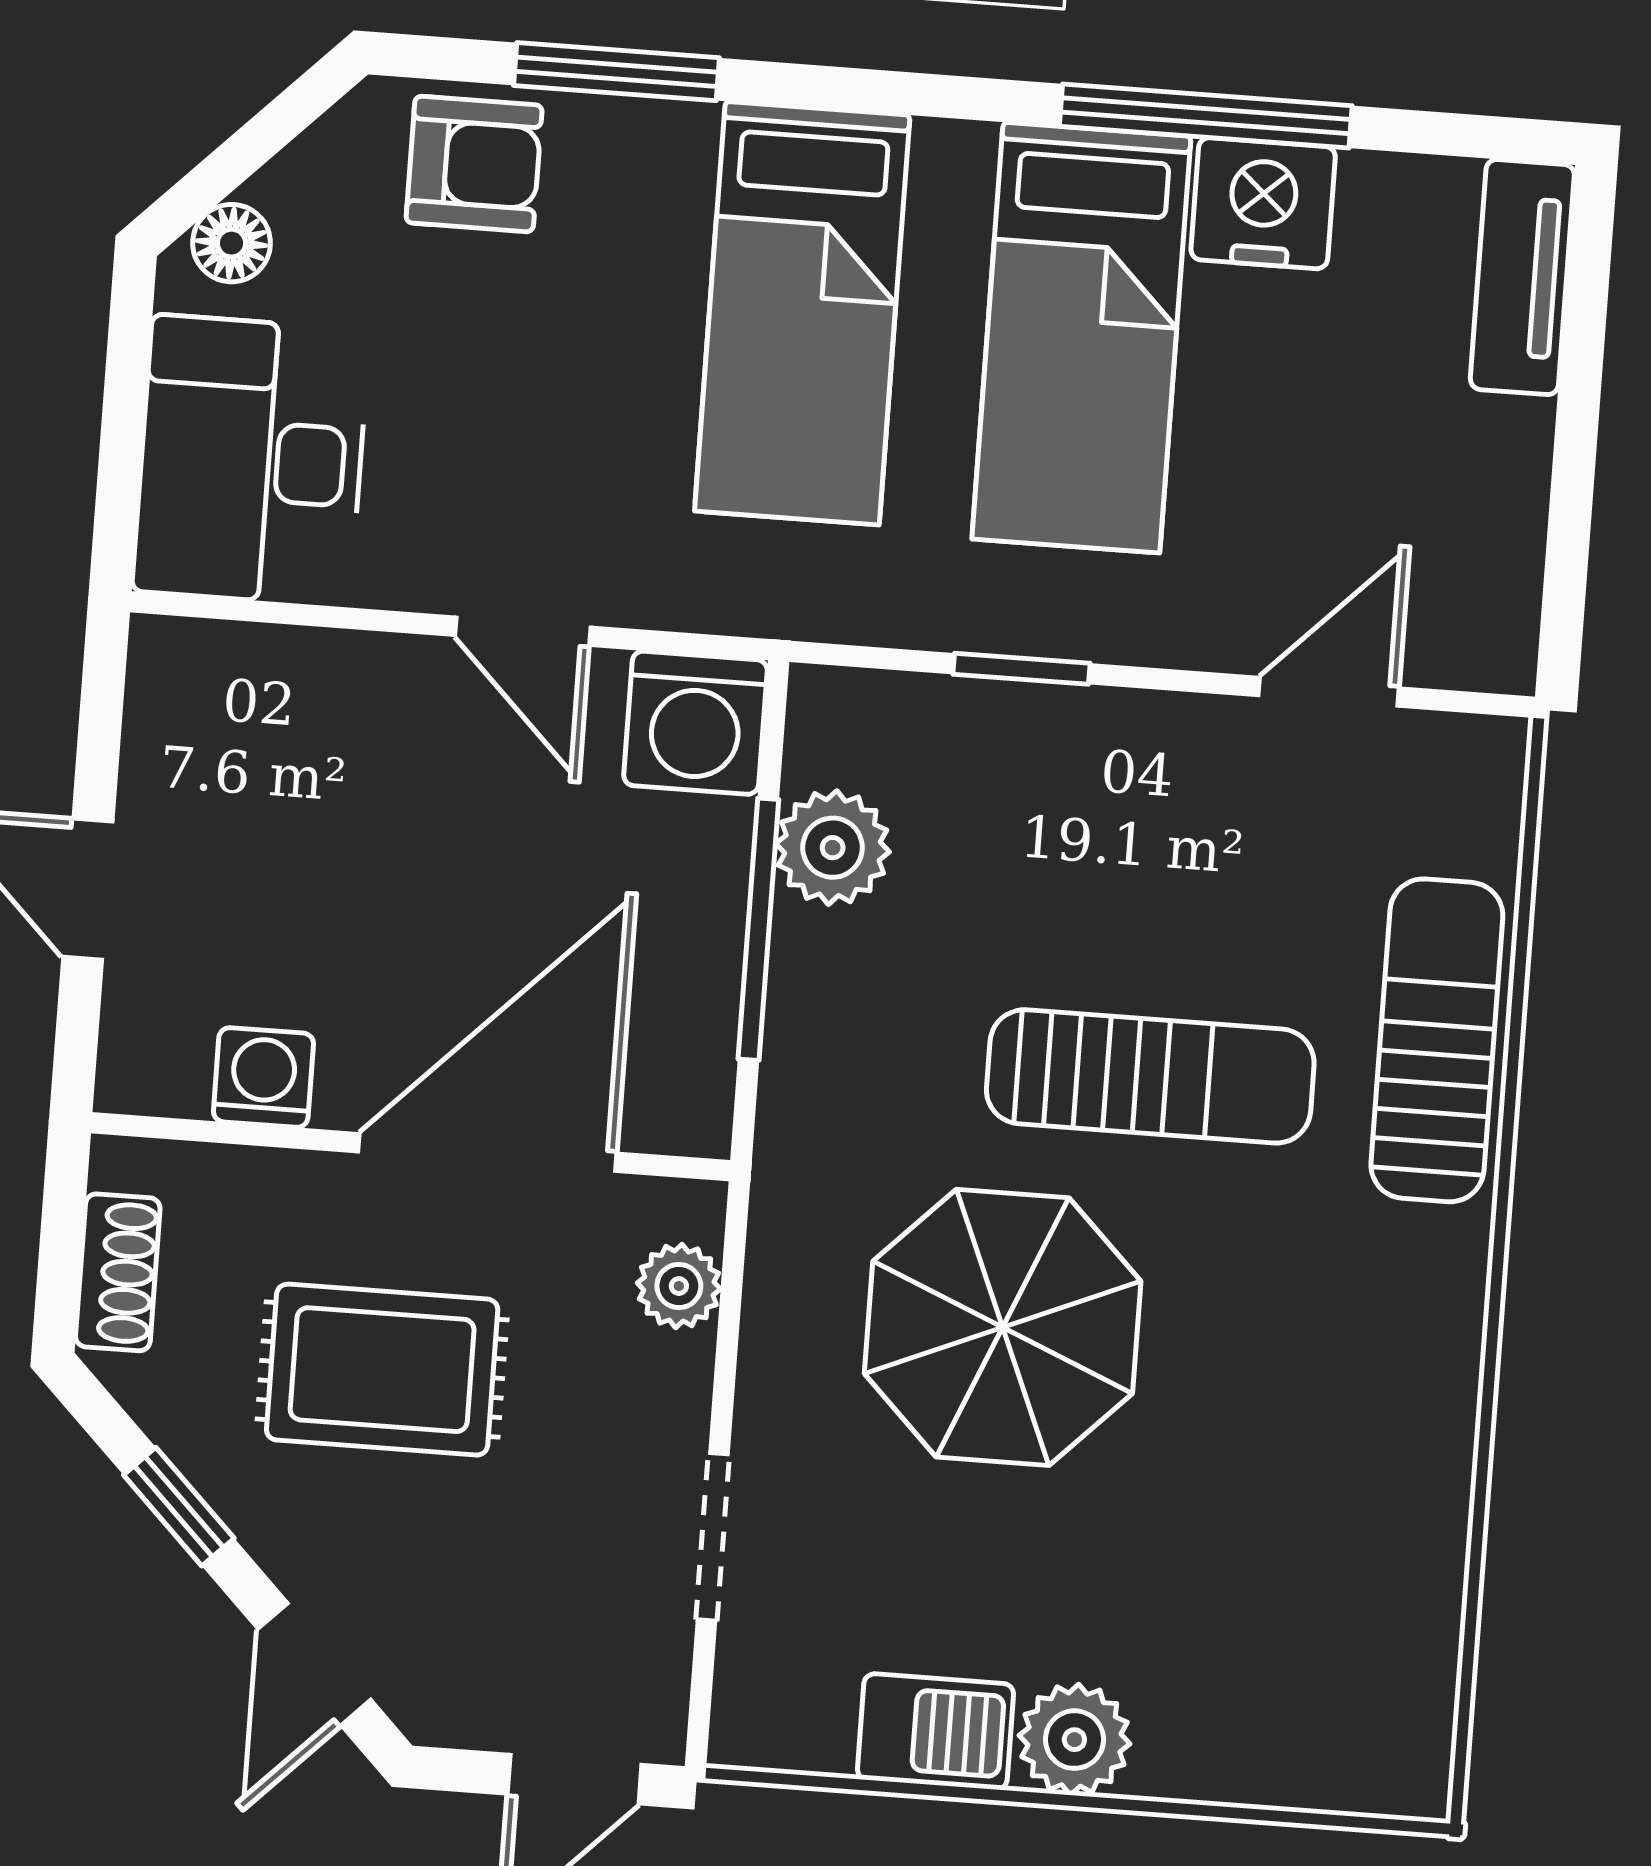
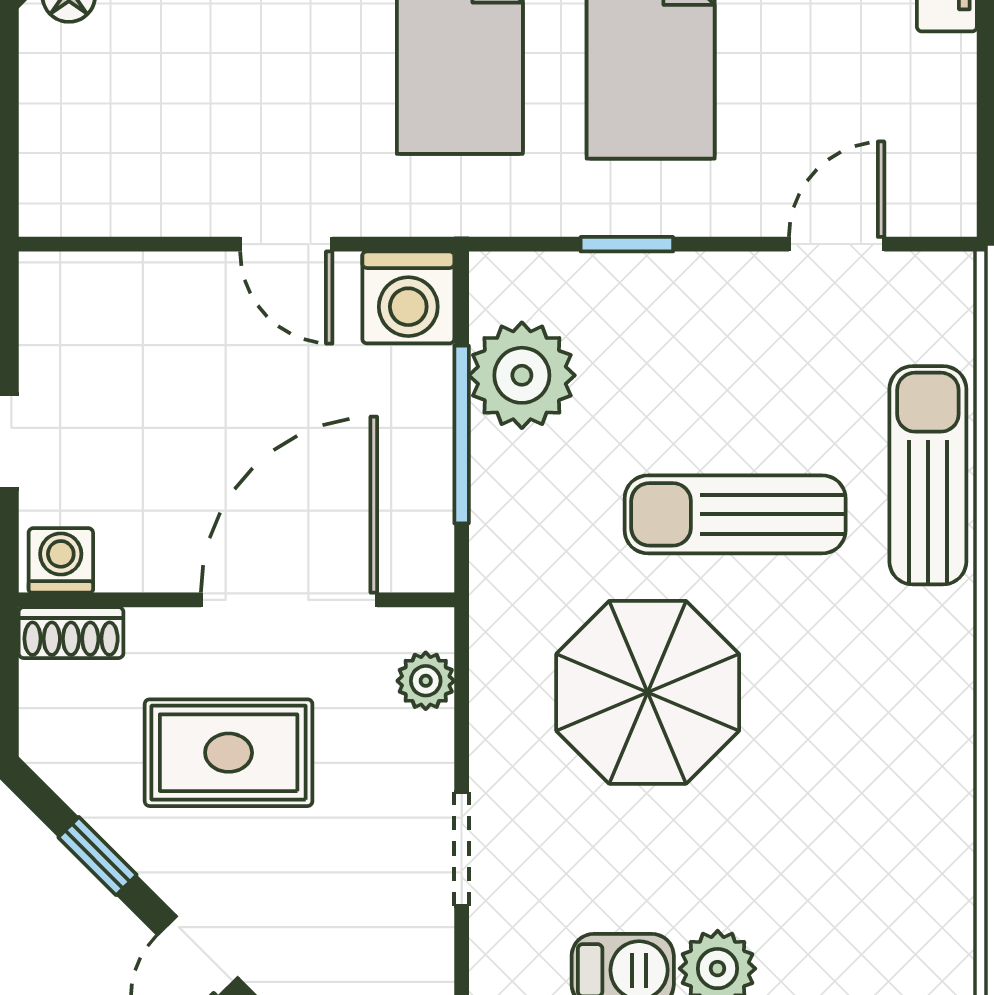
desk: (251, 461) -> (93, 142), removed
plant: (833, 848) -> (522, 375), width x1.36, depth x1.36
sun lounger: (1150, 1076) -> (735, 514), turned 180
washing machine: (263, 1077) -> (61, 560), moved
shoe rack: (118, 1272) -> (71, 633), moved, turned 90

